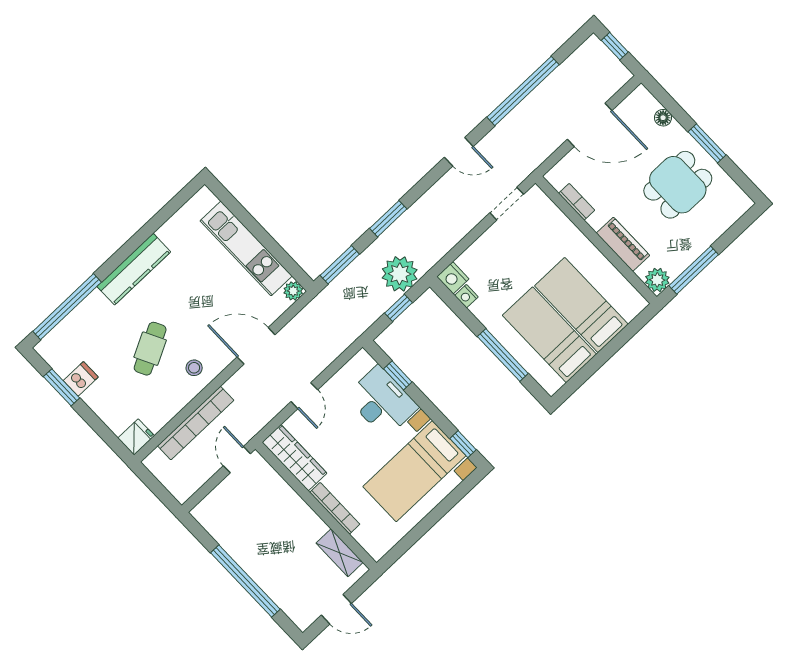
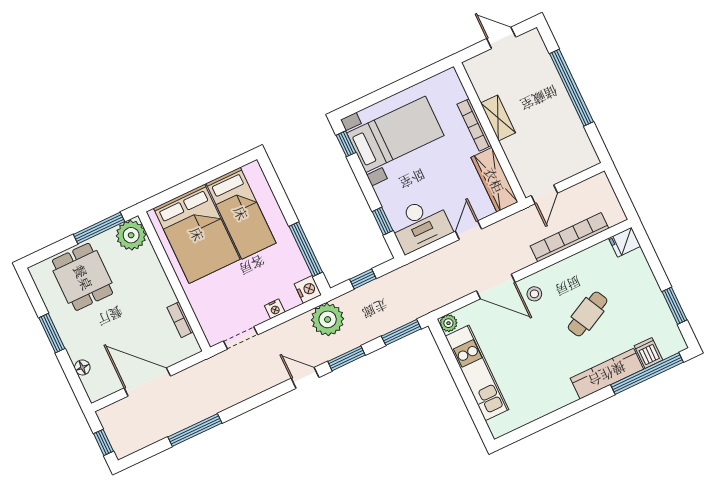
window: (523, 91) -> (195, 430), width x0.68
door: (459, 152) -> (305, 378), moved
dining table: (678, 185) -> (83, 277), moved, turned 90
piano: (623, 244) -> (152, 270), removed
kitchen counter: (134, 269) -> (607, 374), moved
plant: (400, 274) -> (328, 319), moved
plant: (657, 280) -> (131, 235), width x1.36, depth x1.36
nightstand: (466, 296) -> (275, 309), moved, turned 90
bed: (581, 305) -> (197, 234), width x1.50
window: (503, 355) -> (306, 249), moved
stool: (194, 368) -> (534, 294), moved
dishwasher: (81, 379) -> (648, 353), moved, turned 90
desk: (382, 402) -> (420, 225), moved, turned -90
shelving: (340, 553) -> (498, 118), moved

